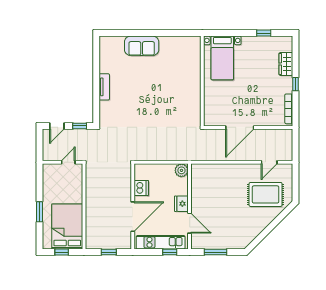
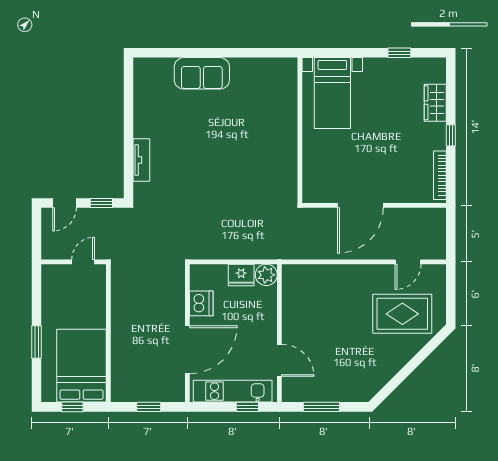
tv unit: (104, 87) -> (141, 160), moved
fridge: (181, 204) -> (241, 275), moved, turned -90

